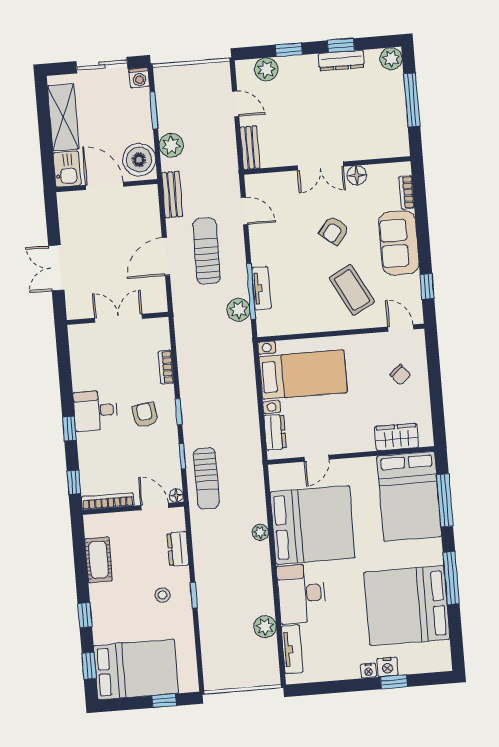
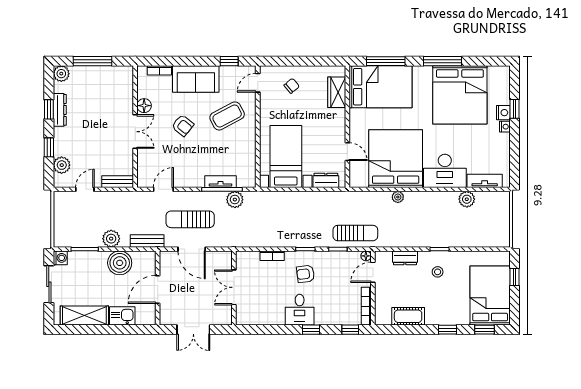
door: (105, 186) -> (158, 289), moved
wall: (107, 186) -> (158, 288), moved

